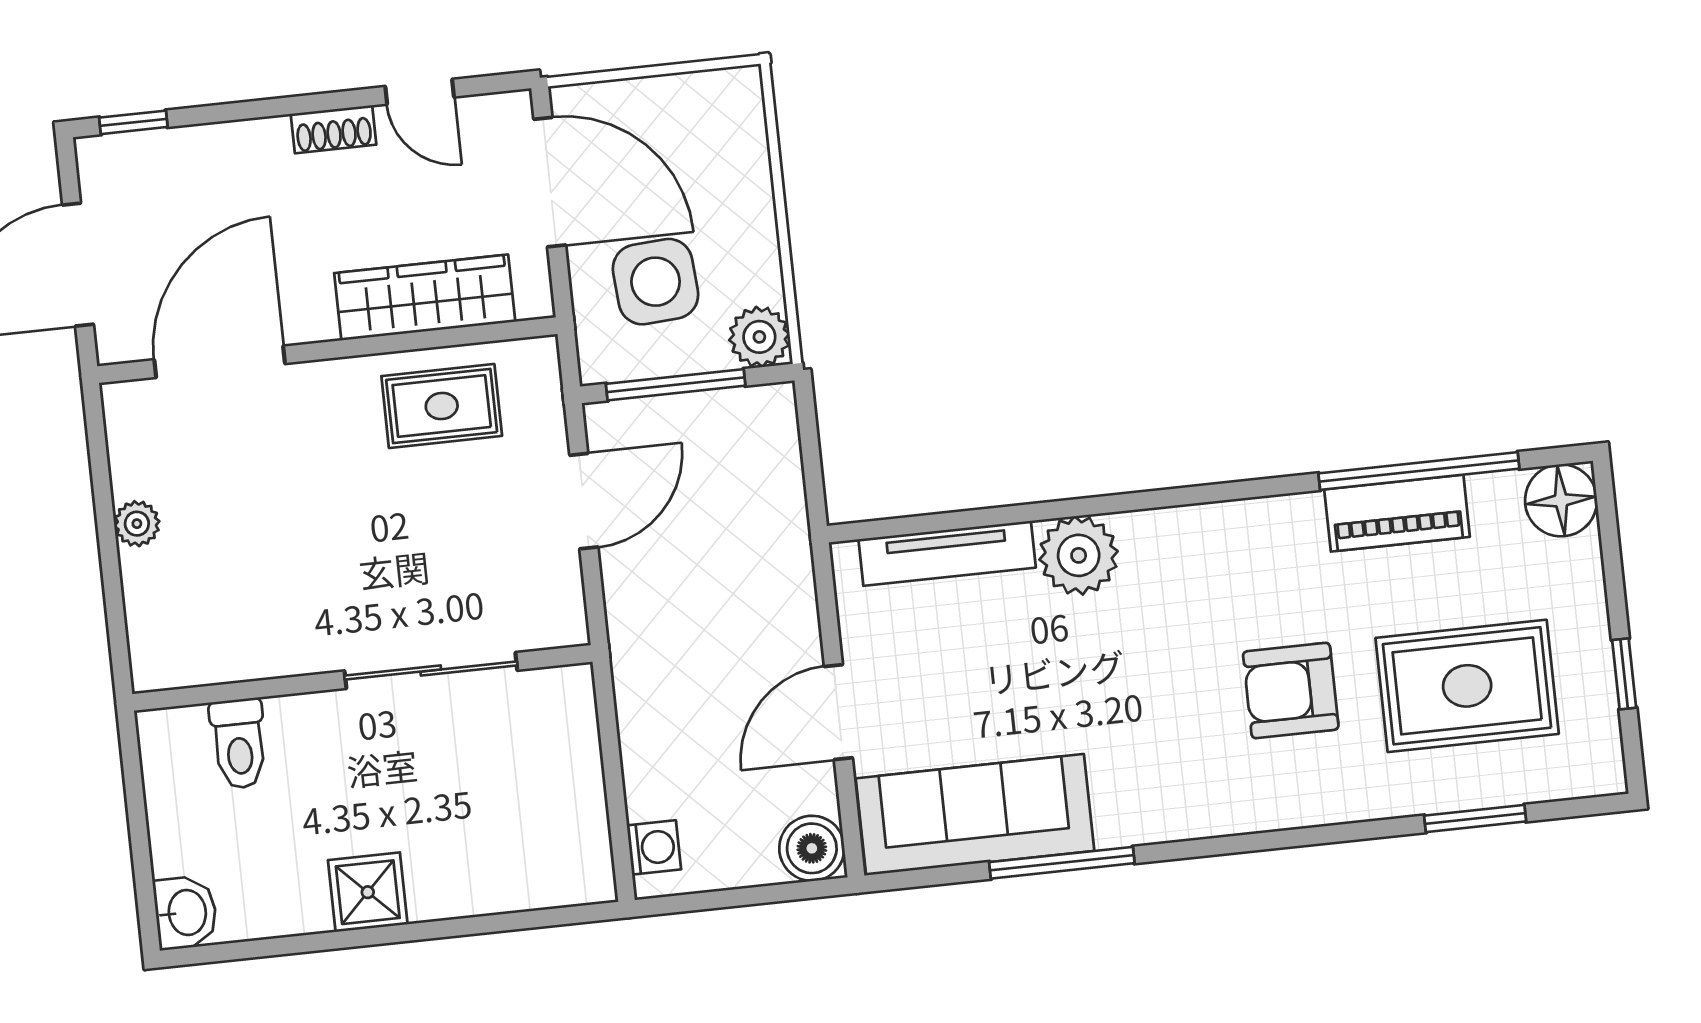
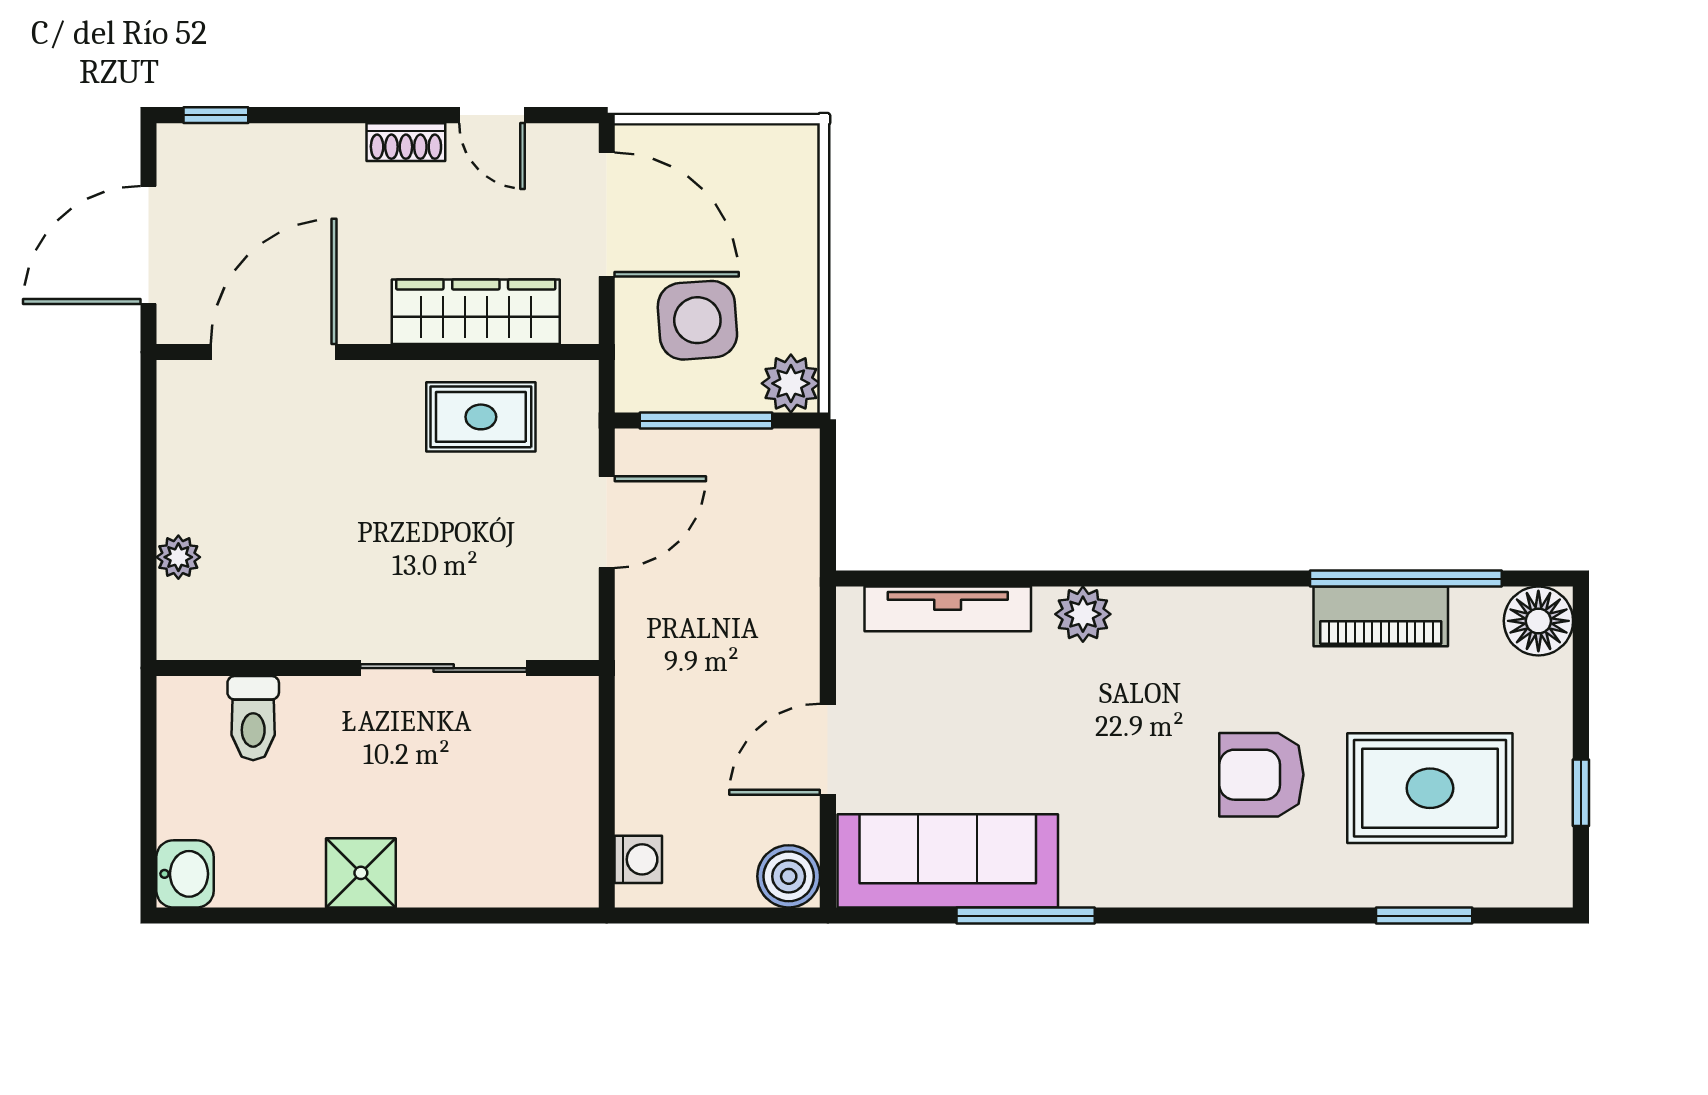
plant: (137, 524) -> (178, 557), moved
plant: (1079, 555) -> (1083, 614), width x0.73, depth x0.73

